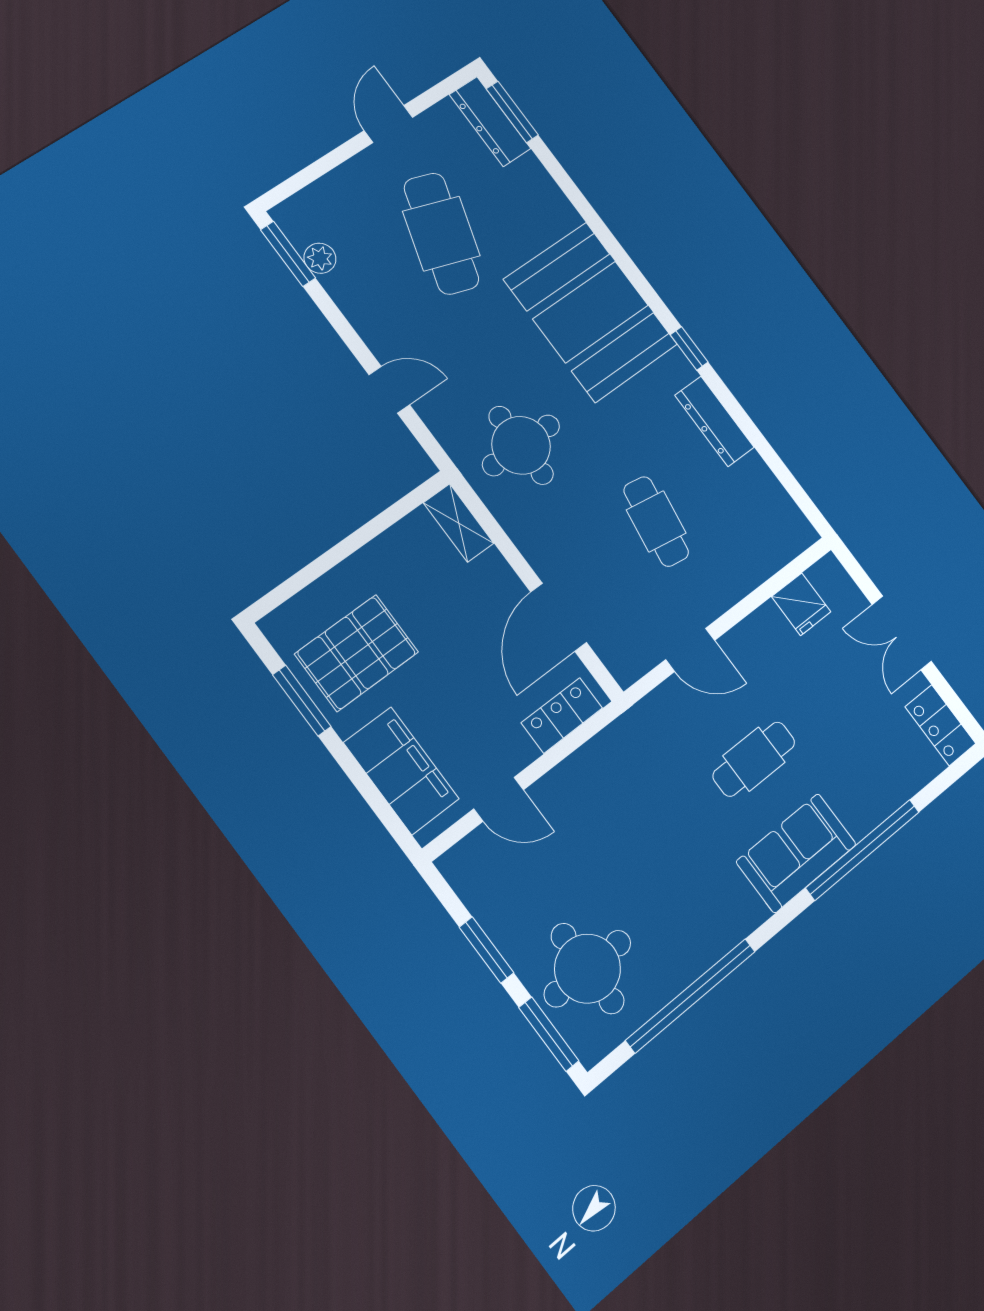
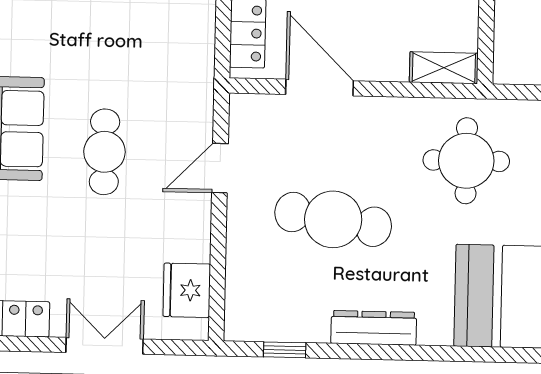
window: (689, 348) -> (285, 350), moved
cafe table: (656, 521) -> (333, 219), width x1.37, depth x1.35
fridge: (801, 604) -> (187, 290), width x1.38

